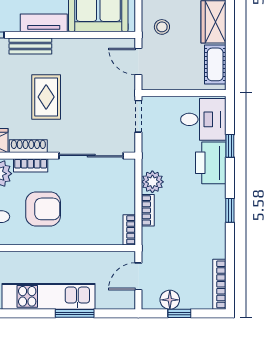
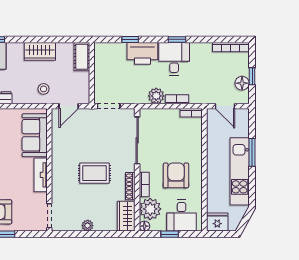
bench: (30, 46) -> (57, 185), removed
cot: (215, 64) -> (82, 57), moved, turned 90
desk: (203, 119) -> (174, 59), moved

